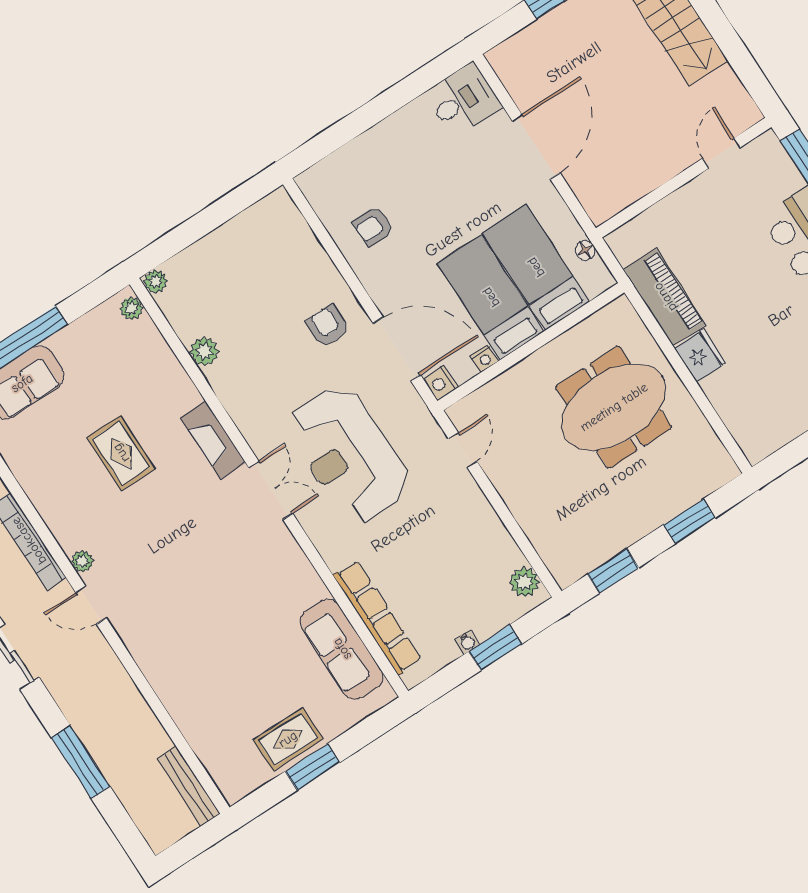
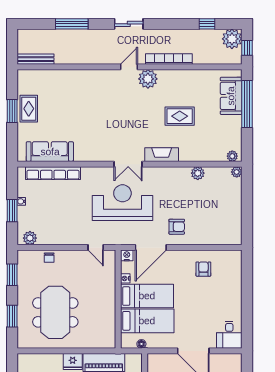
meeting table: (614, 407) -> (55, 312), moved
chair: (537, 523) -> (49, 258), added
plant: (82, 561) -> (148, 79), width x1.87, depth x1.87

